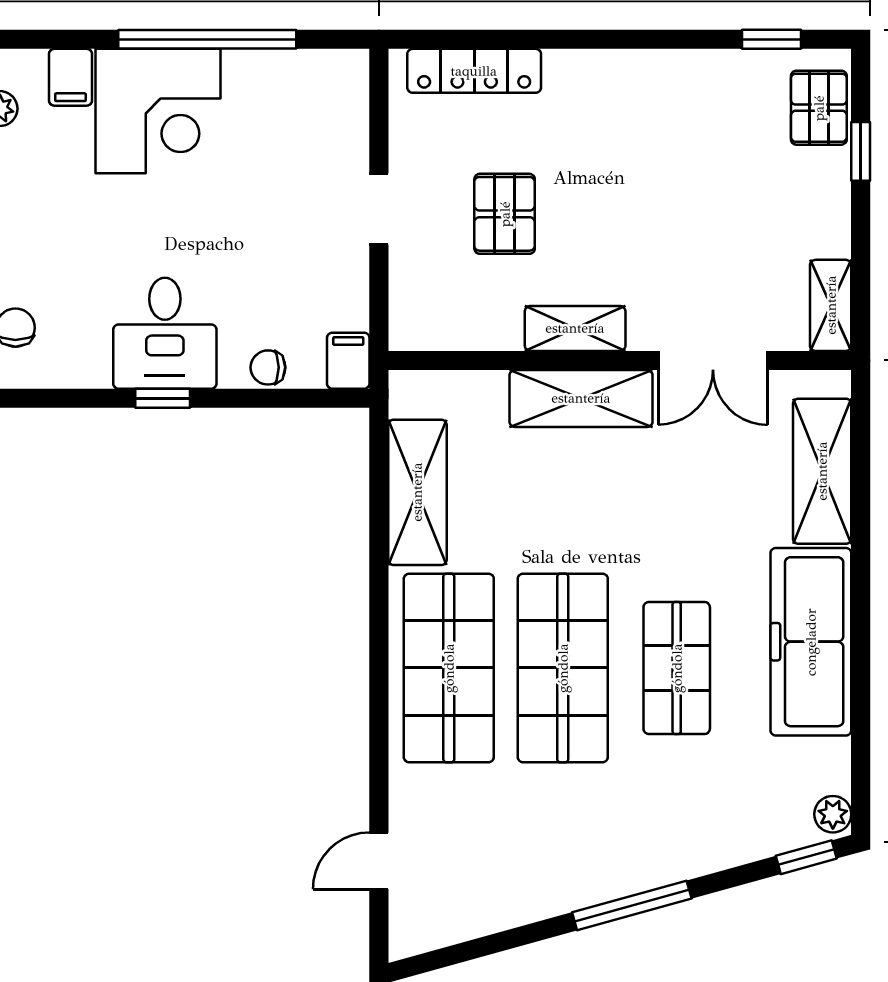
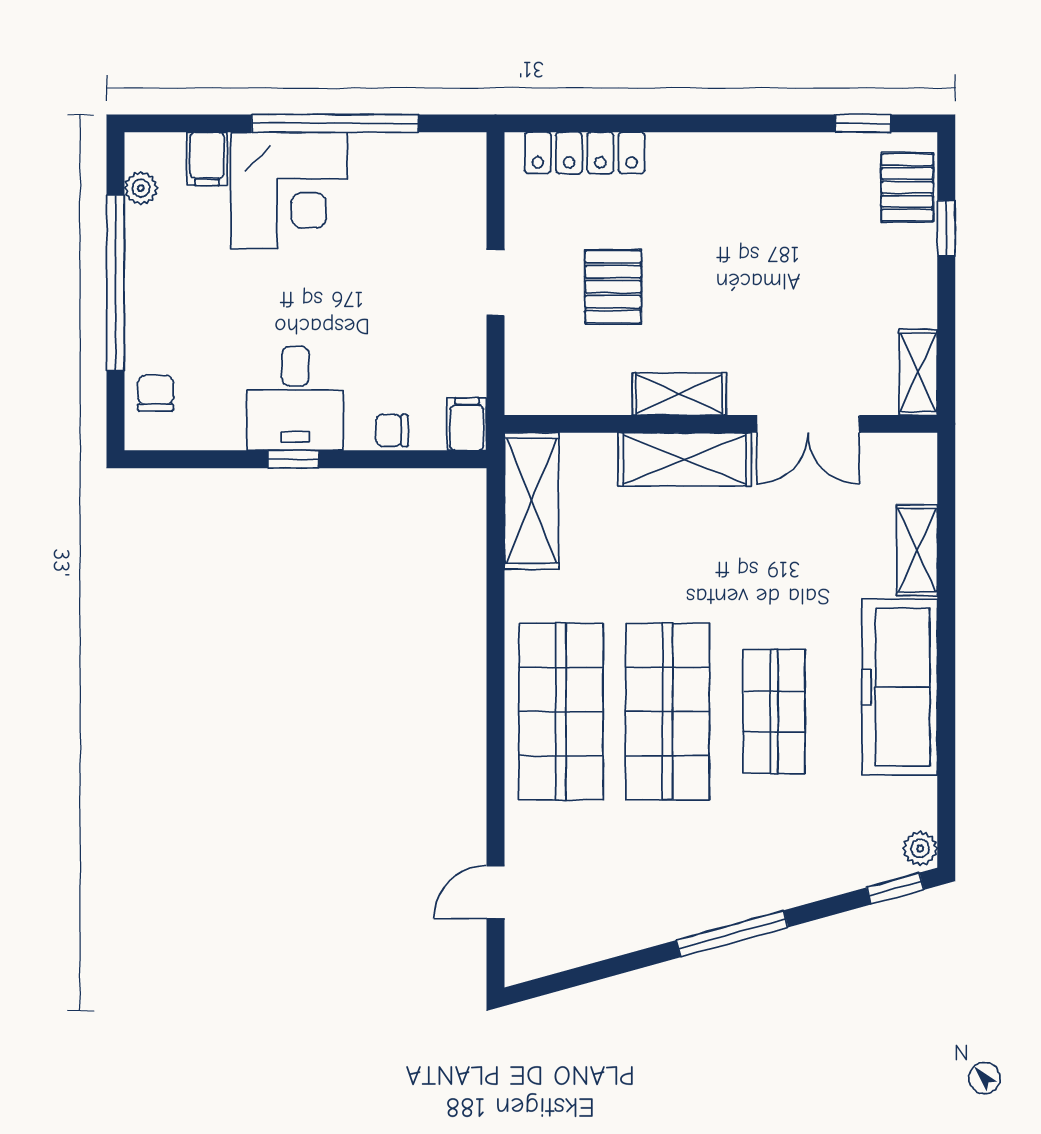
shelving: (822, 471) -> (917, 550), width x0.67, depth x0.75
shelving: (417, 492) -> (532, 501), moved

